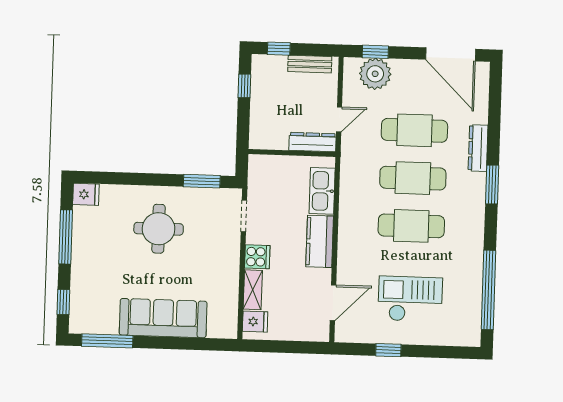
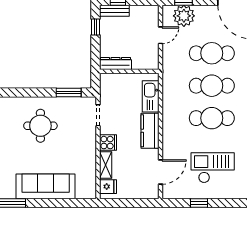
bench: (310, 64) -> (114, 11), moved
door: (339, 119) -> (160, 35), moved
dresser: (313, 142) -> (115, 64), moved

